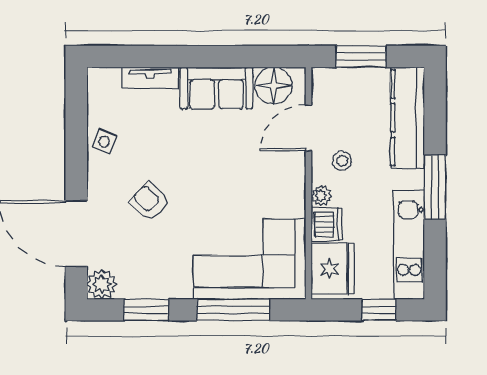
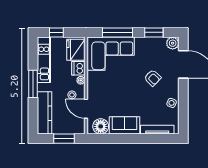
tv unit: (150, 78) -> (157, 130), width x1.41
door: (308, 128) -> (86, 109), swing flipped

